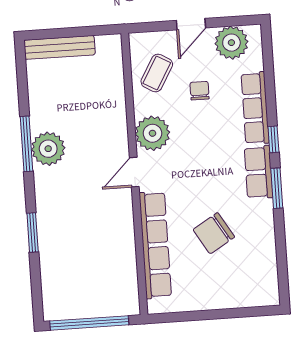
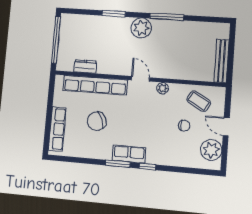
bench: (60, 47) -> (222, 61), moved
row of seats: (255, 108) -> (57, 129), moved, turned 90
plant: (152, 133) -> (163, 88), width x0.53, depth x0.53
plant: (48, 149) -> (141, 28), moved
chair: (214, 233) -> (97, 121), turned -81
dresser: (127, 266) -> (85, 66), added

